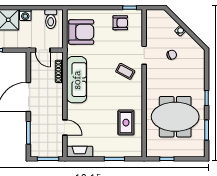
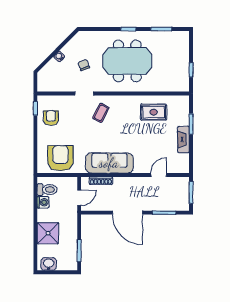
washing machine: (25, 15) -> (43, 202), moved
meeting table: (175, 117) -> (127, 61), moved, turned 90
fireplace: (80, 152) -> (183, 139), moved

